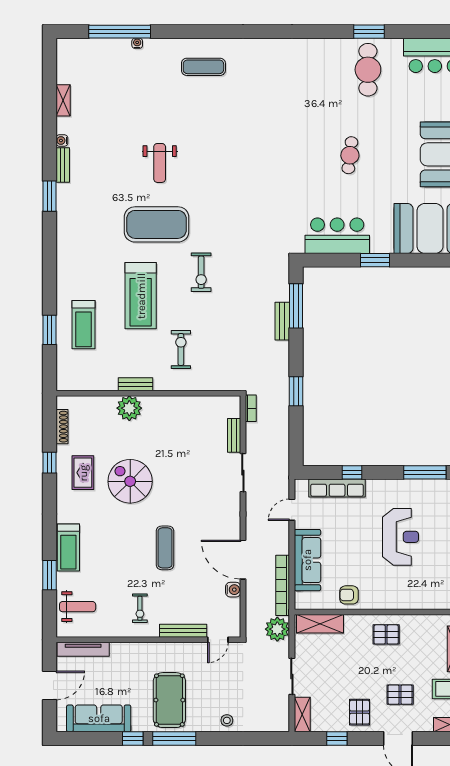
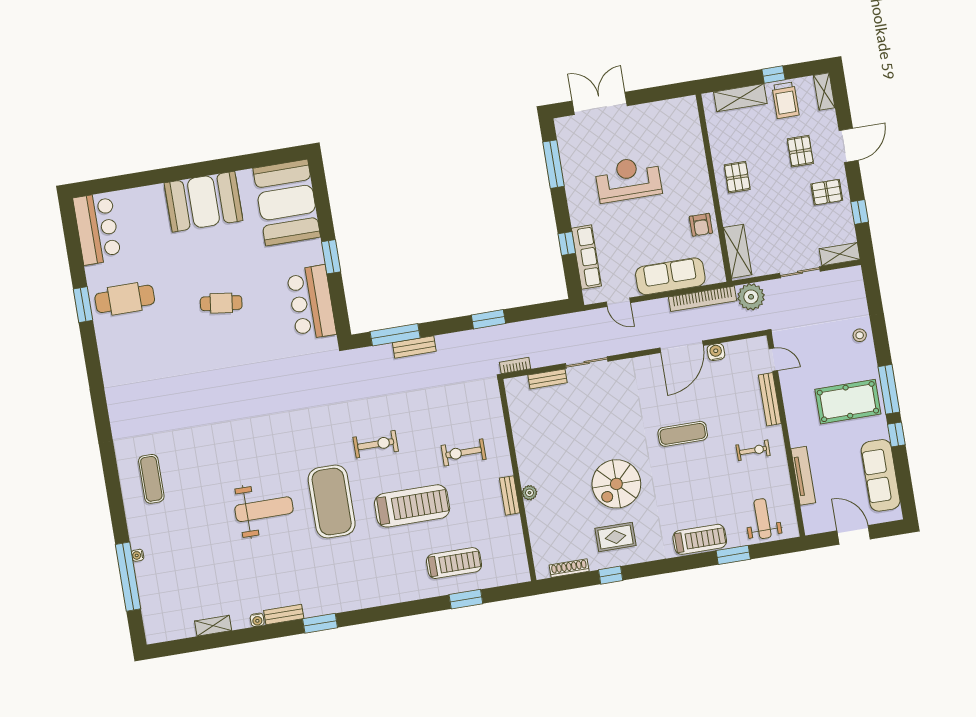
weight bench: (160, 163) -> (264, 509), width x1.36, depth x1.33
plant: (129, 408) -> (529, 493), width x0.53, depth x0.53
tv unit: (83, 649) -> (803, 476), moved

